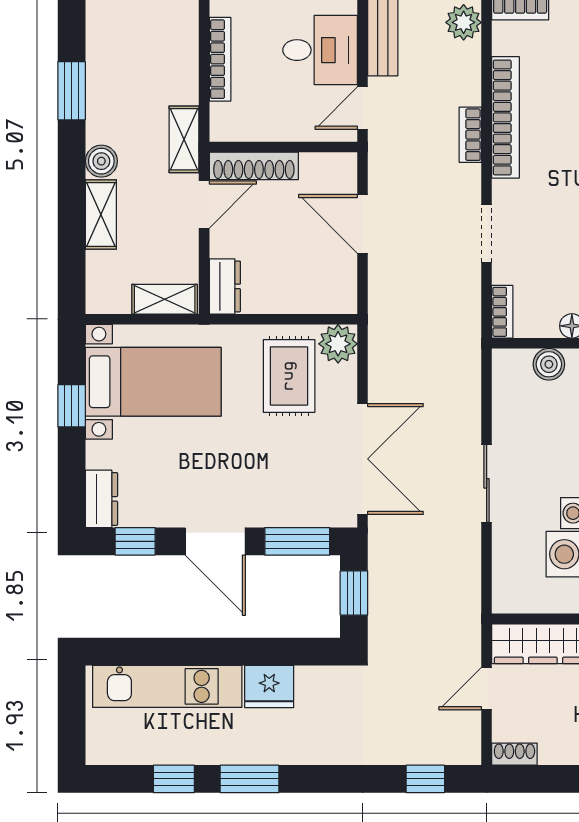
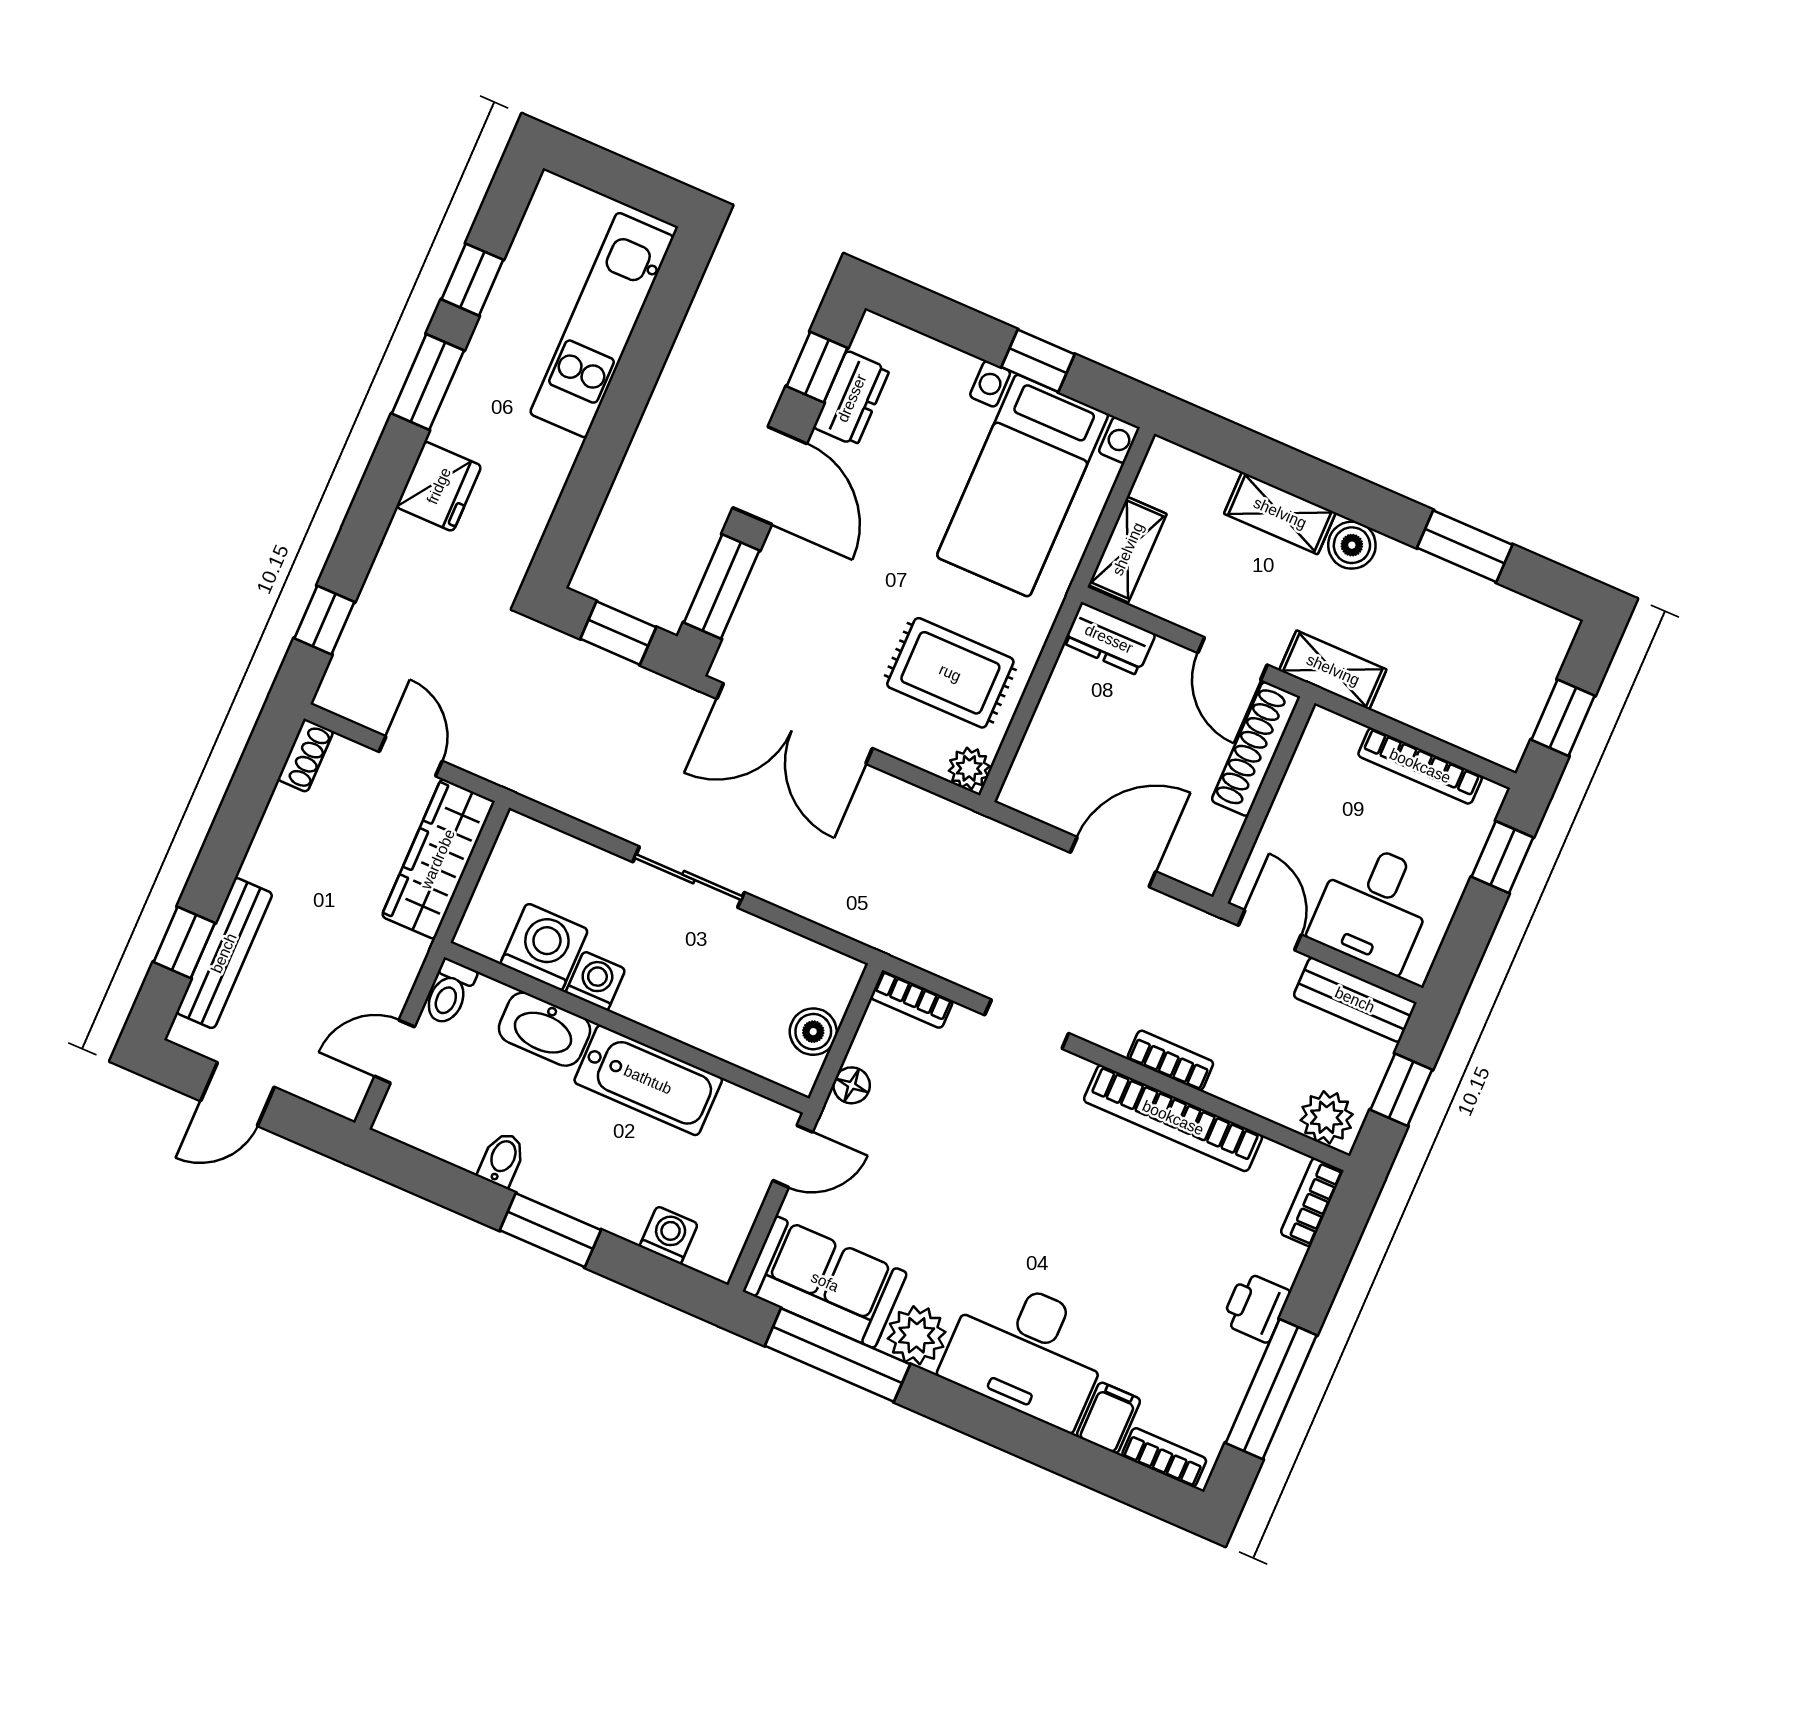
plant: (338, 344) -> (969, 768), width x0.73, depth x0.73
dresser: (101, 499) -> (852, 398), moved, turned -90
door: (215, 541) -> (770, 476), swing flipped
fridge: (269, 686) -> (439, 486), moved, turned 180

